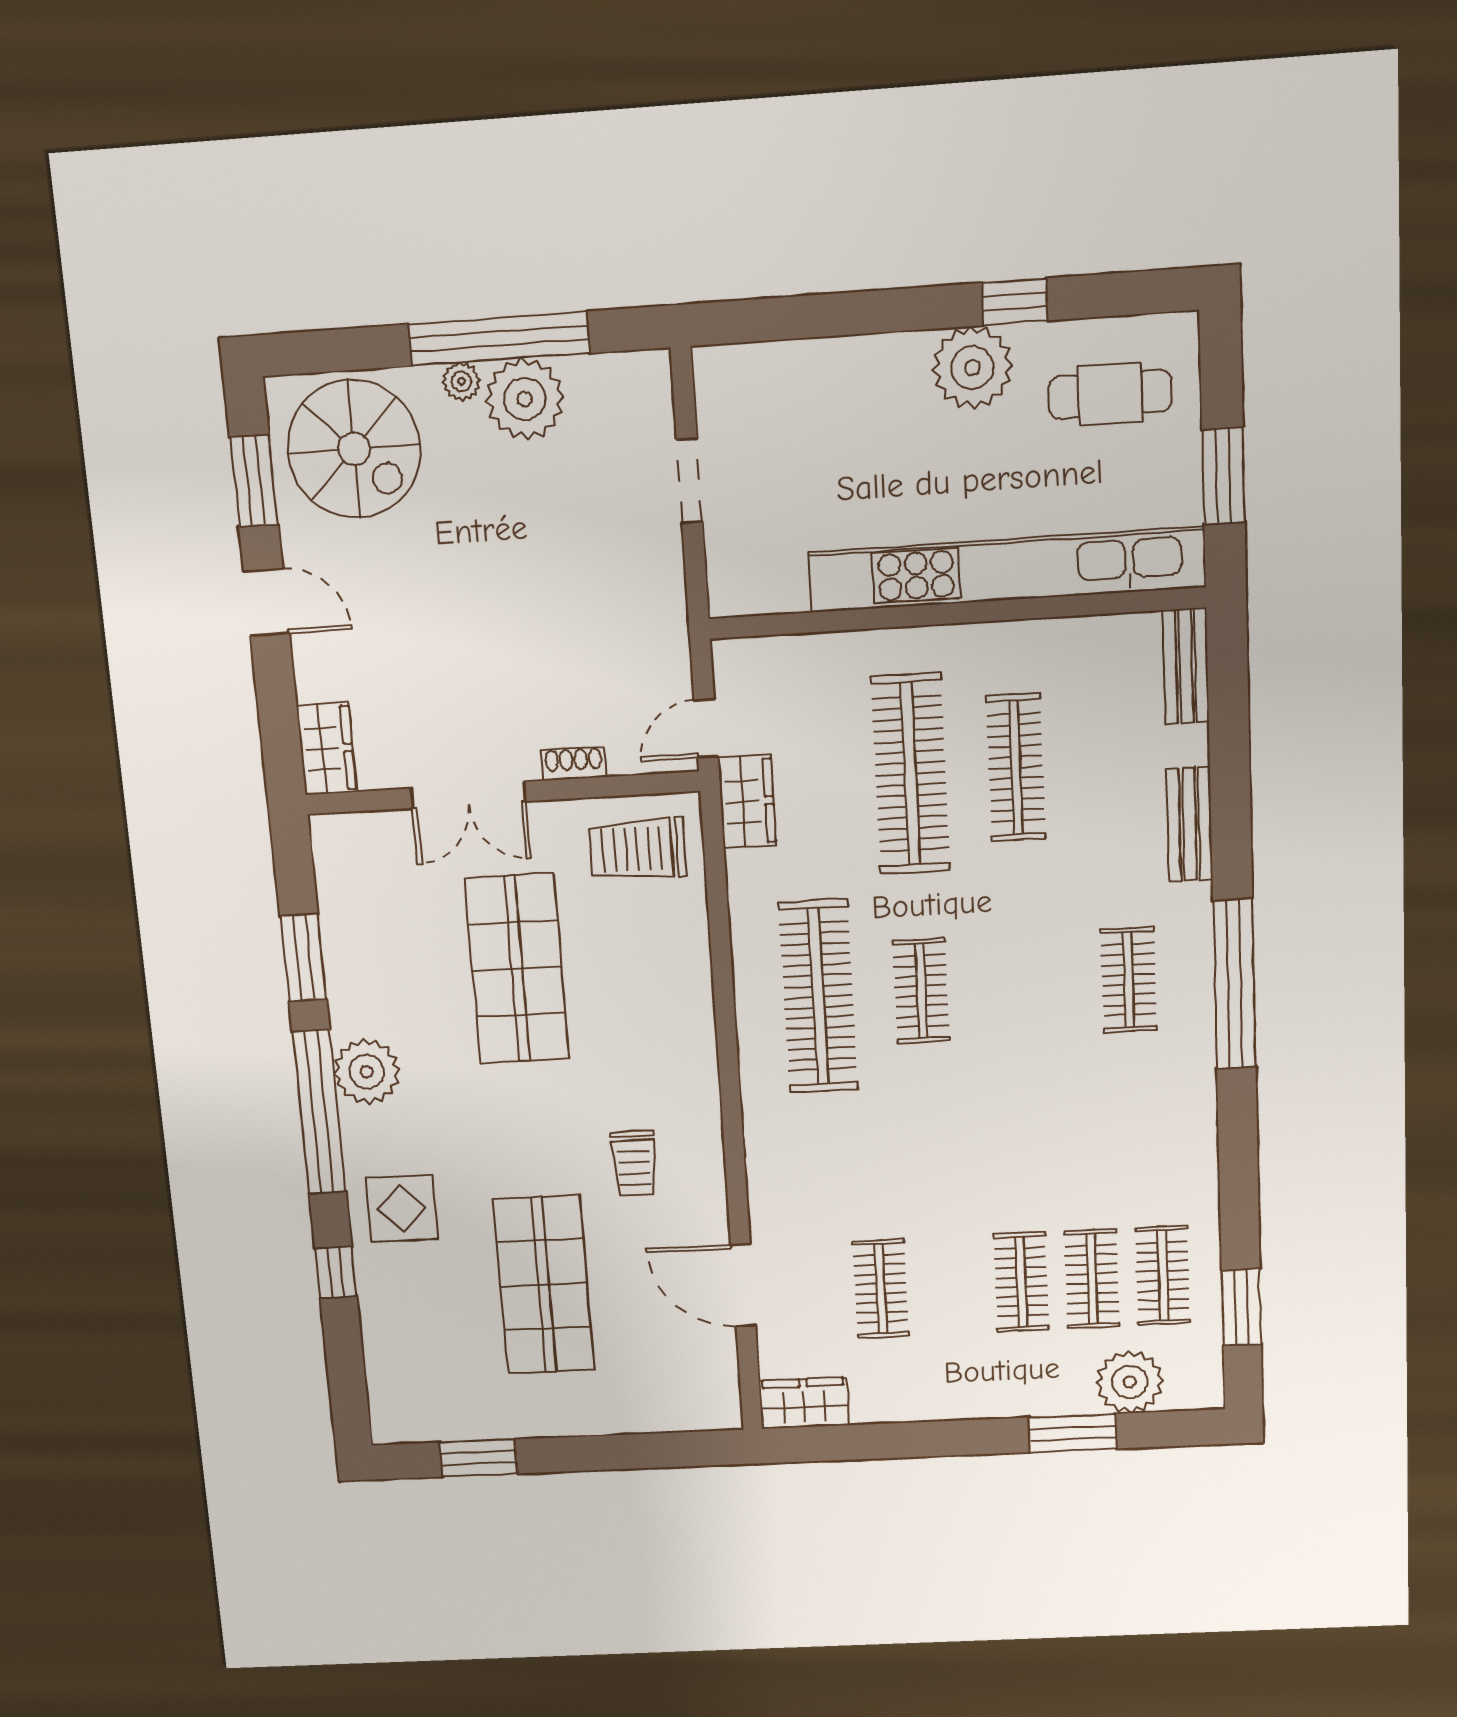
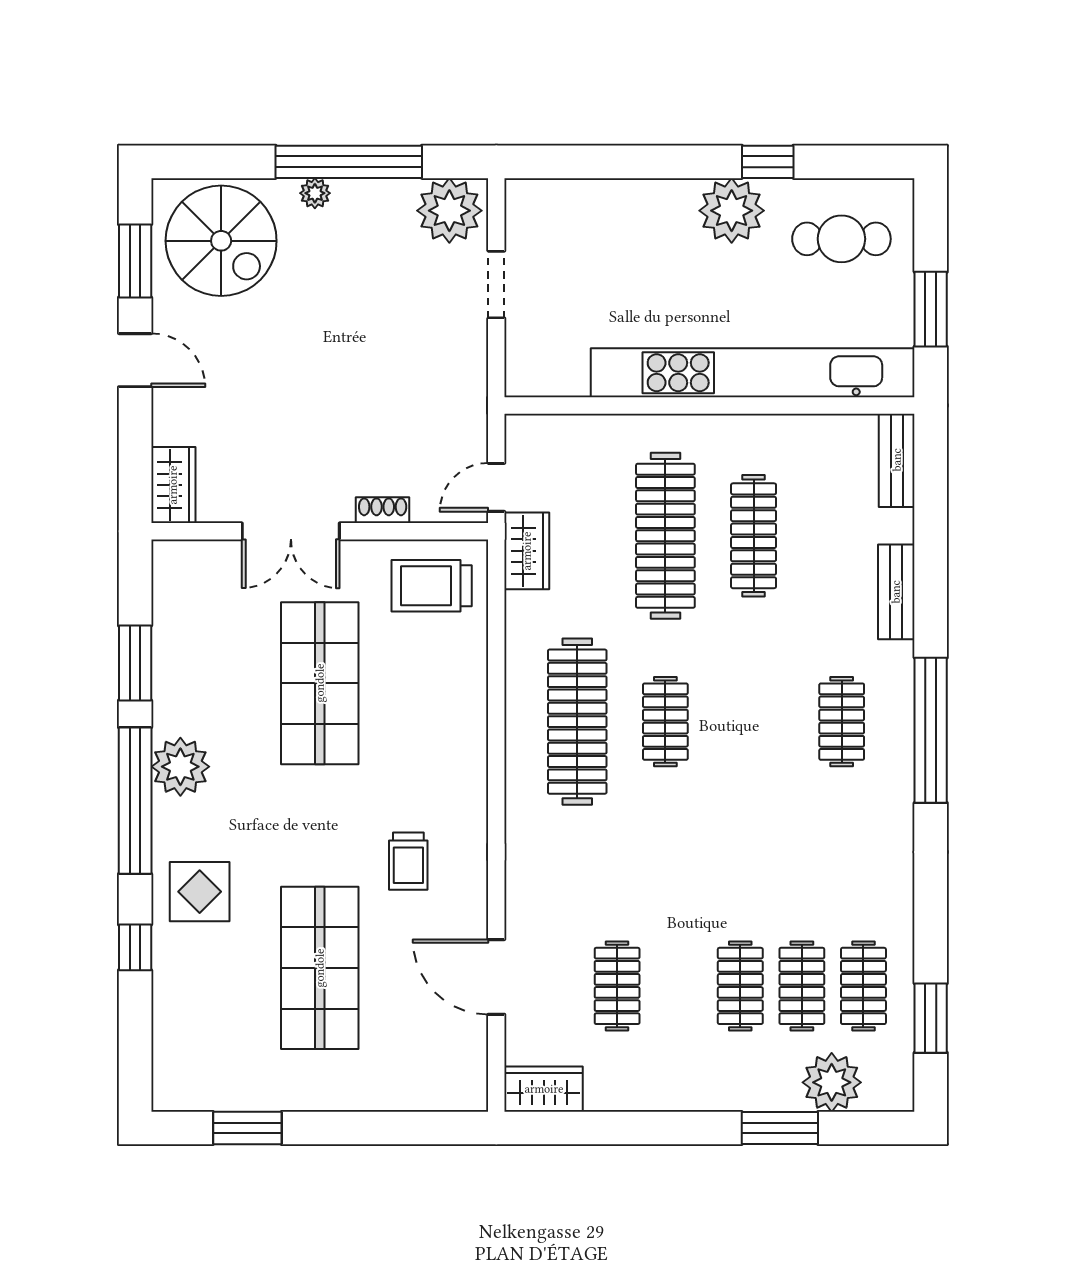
plant: (525, 399) -> (449, 211), moved

